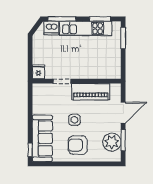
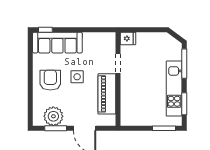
dishwasher: (51, 28) -> (175, 52), removed

